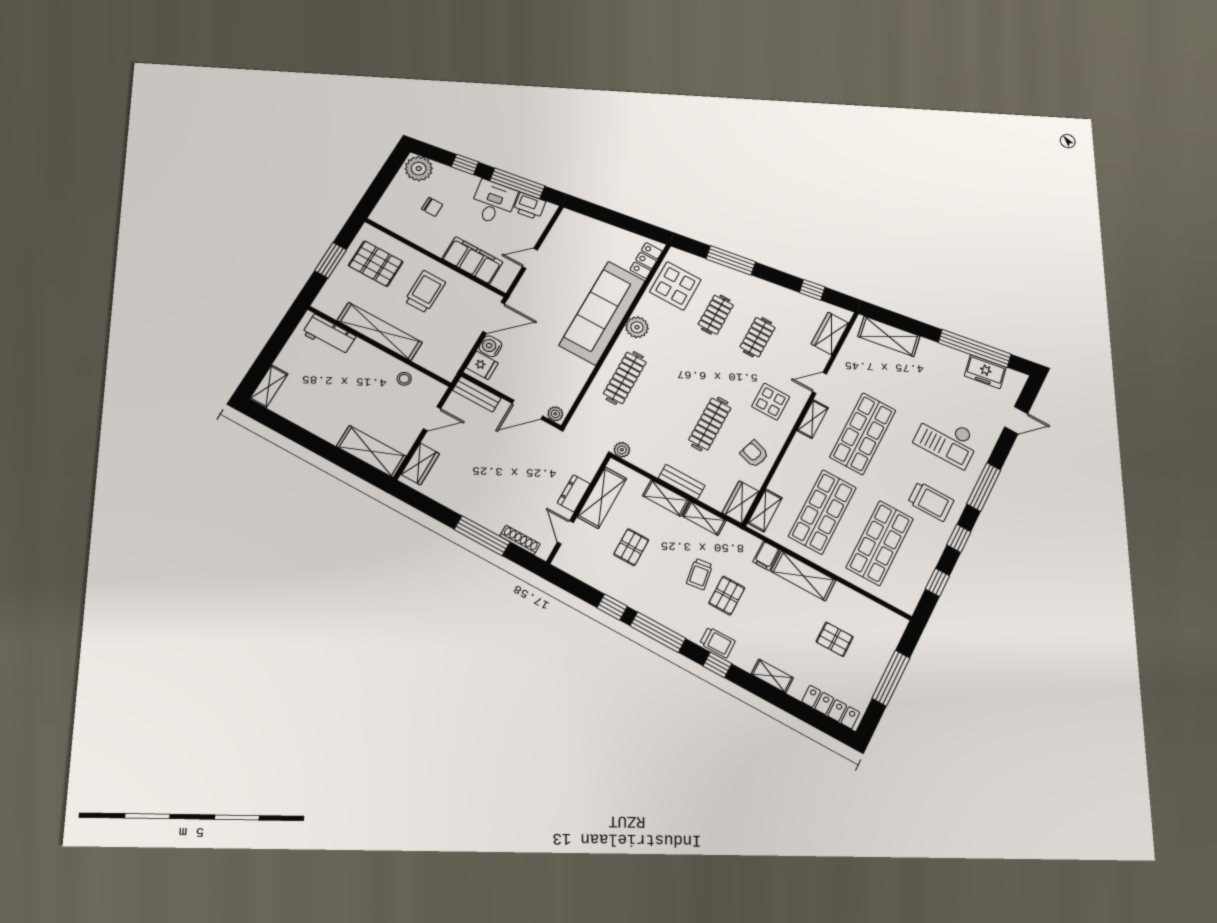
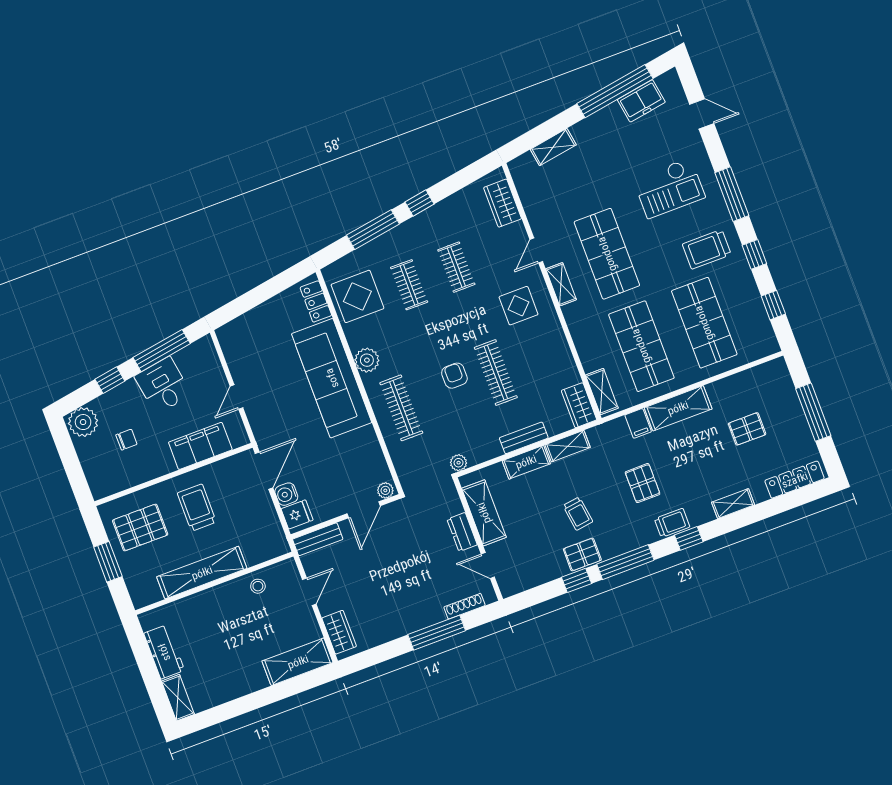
printer: (529, 206) -> (190, 358), removed
window: (812, 290) -> (420, 203), moved
workbench: (329, 335) -> (164, 652), moved, turned -90
shelving: (889, 336) -> (553, 147), width x0.67, depth x0.75
door: (1016, 420) -> (702, 114), hinge flipped
armchair: (754, 454) -> (454, 376), moved, turned 72
trolley: (931, 501) -> (707, 249), turned 180
pallet: (631, 547) -> (582, 554), moved, turned 90
trolley: (700, 574) -> (578, 514), moved

